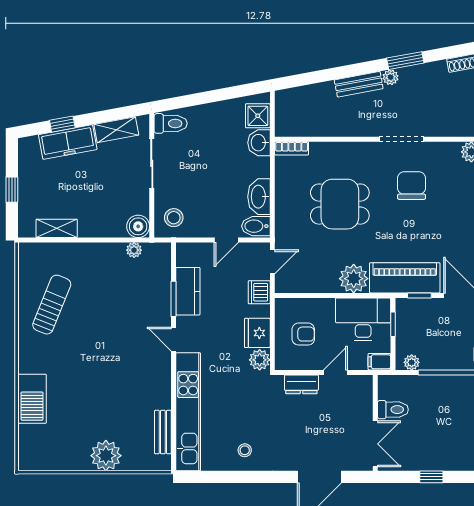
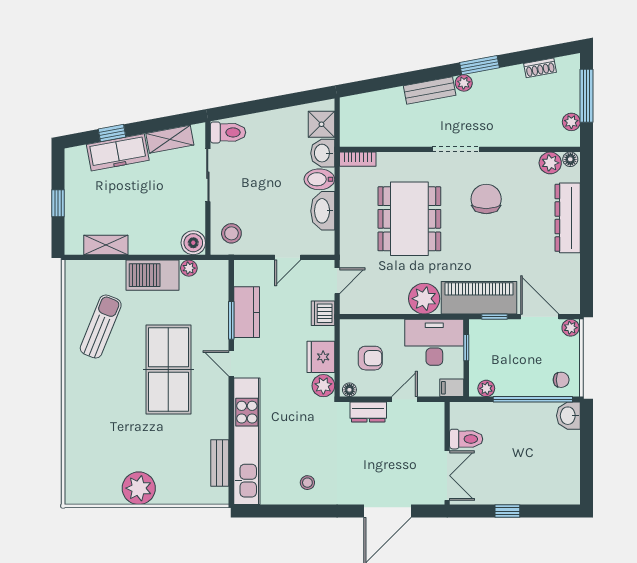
doorway: (402, 139) -> (456, 149), moved
dining table: (340, 204) -> (409, 219), width x1.38
bidet: (256, 226) -> (319, 179), moved
table tennis table: (115, 345) -> (168, 369), added
floor lamp: (284, 364) -> (349, 390), added
barbecue: (32, 399) -> (153, 275), moved, turned 90
plant: (106, 456) -> (139, 488), moved

